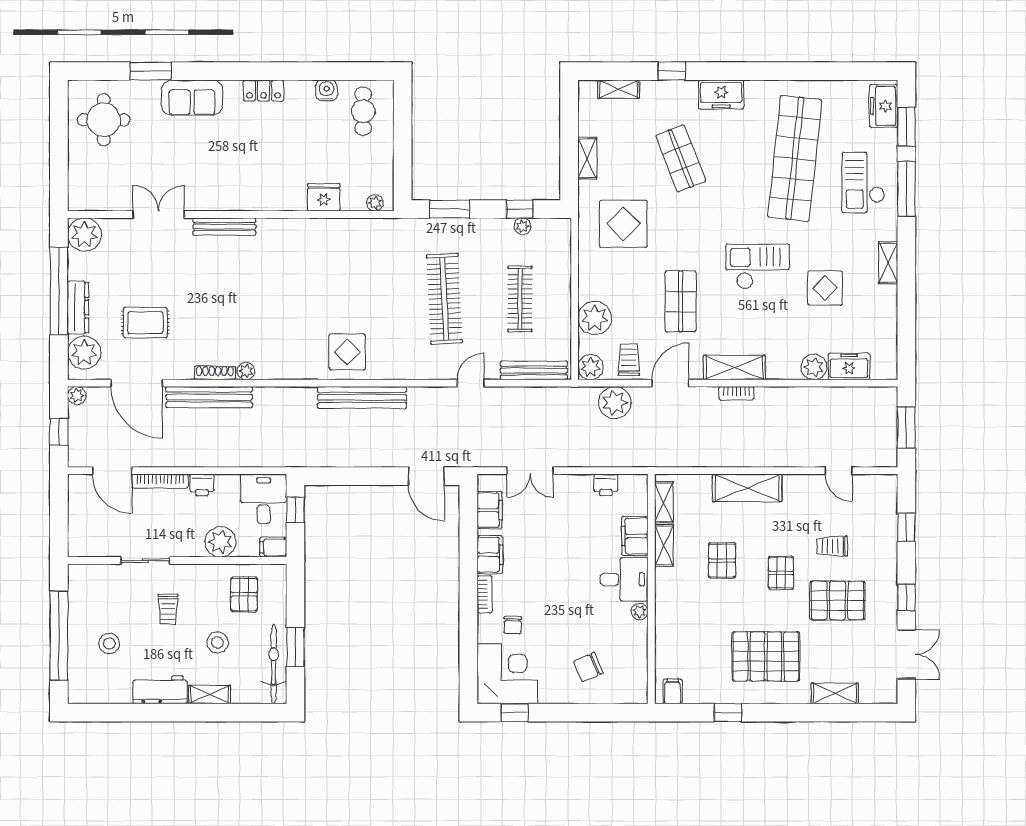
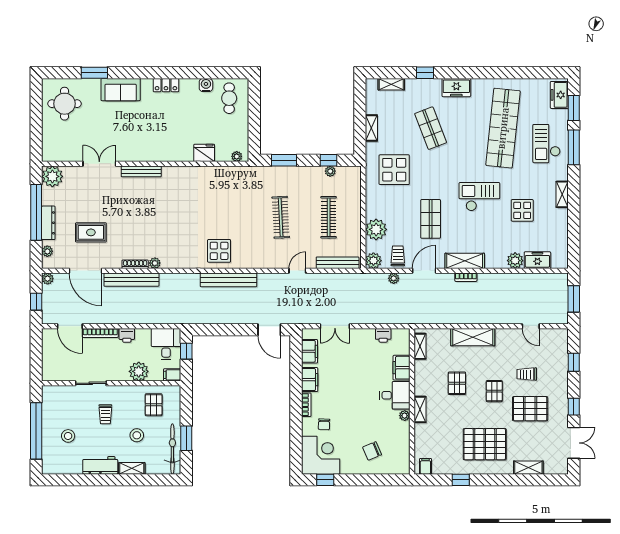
clothes rail: (444, 299) -> (281, 217), width x0.73, depth x0.76
plant: (84, 353) -> (47, 251), width x0.53, depth x0.53
plant: (615, 403) -> (394, 278), width x0.53, depth x0.53
shelving: (664, 545) -> (420, 409), moved

